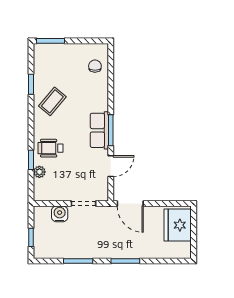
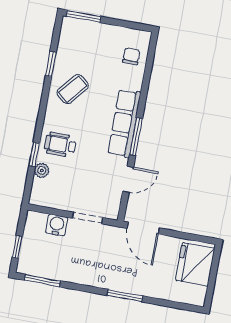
row of seats: (99, 130) -> (124, 123), width x1.48
window: (78, 261) -> (42, 280), moved

